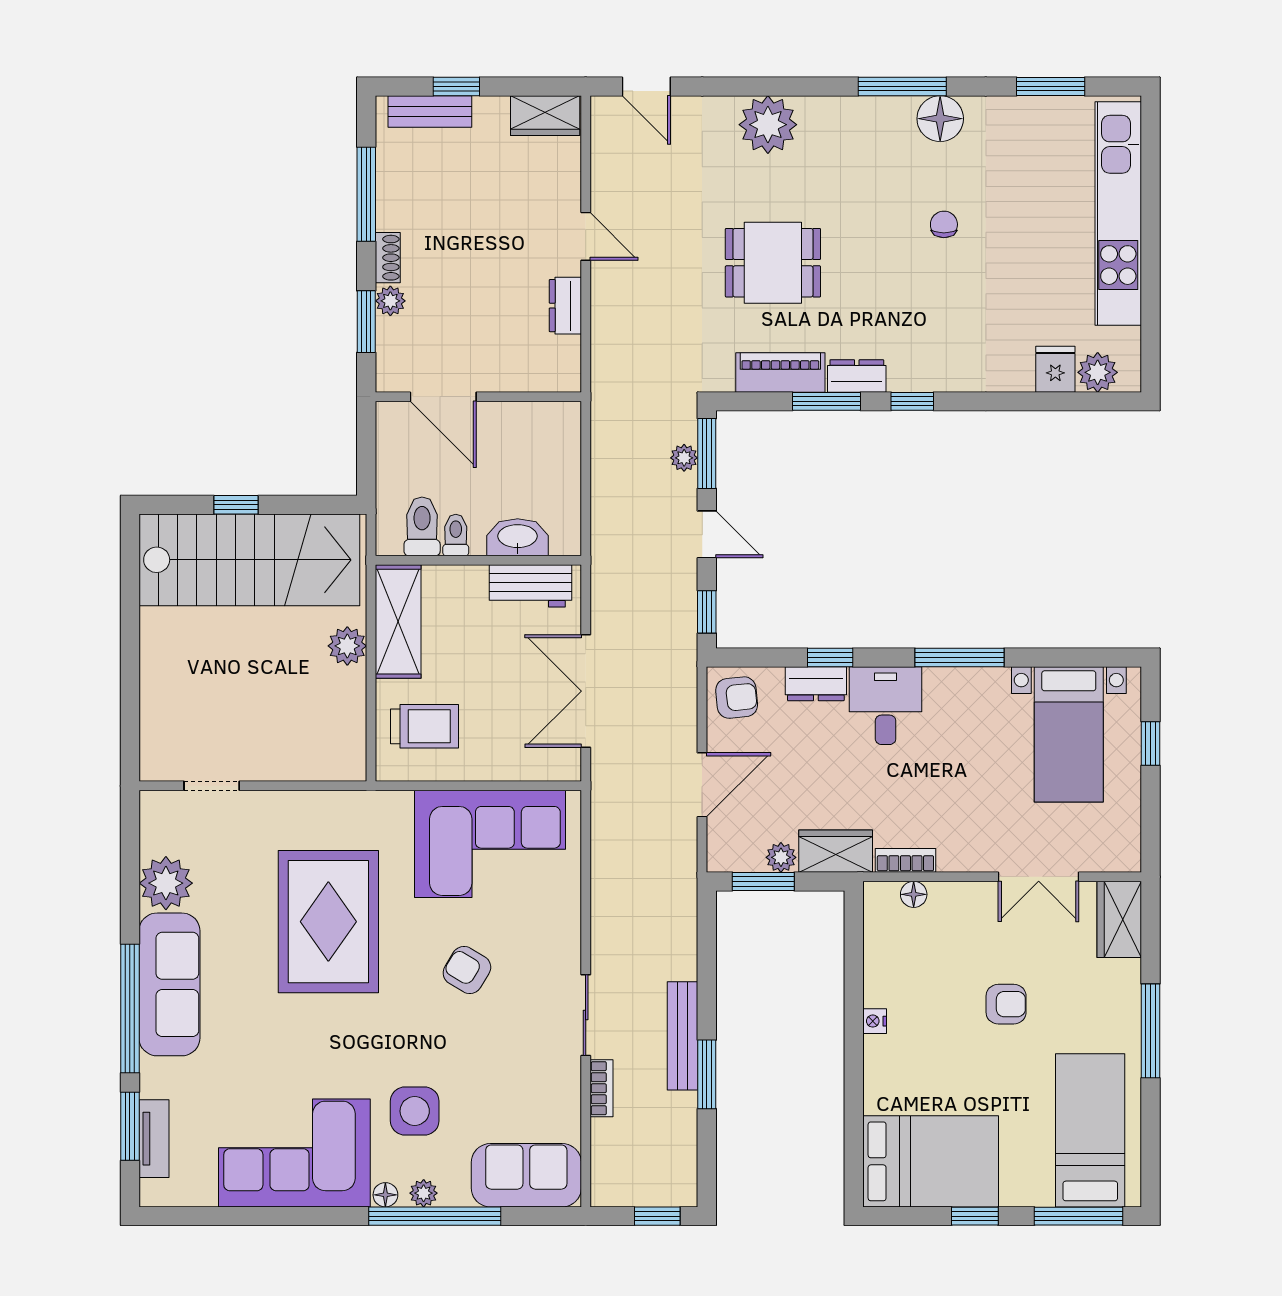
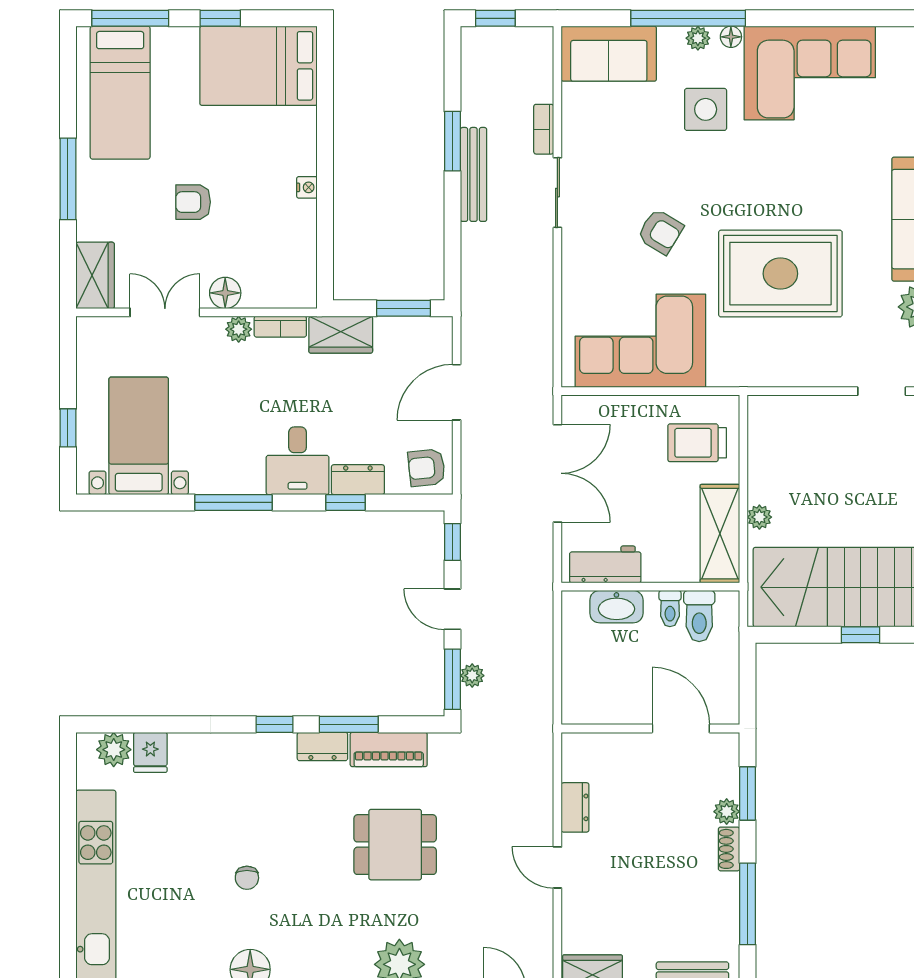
plant: (347, 646) -> (759, 517), width x0.73, depth x0.73
plant: (781, 857) -> (239, 329), moved
floor lamp: (914, 894) -> (225, 293), moved, width x1.37, depth x1.37
rug: (328, 922) -> (780, 274), turned 90

